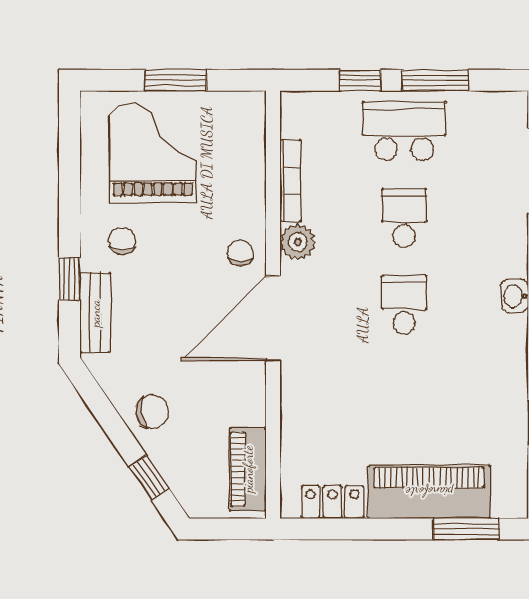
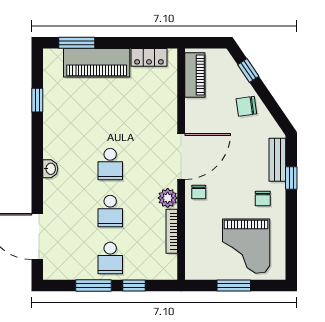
school desk: (404, 131) -> (110, 258), width x0.54

